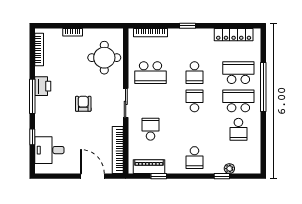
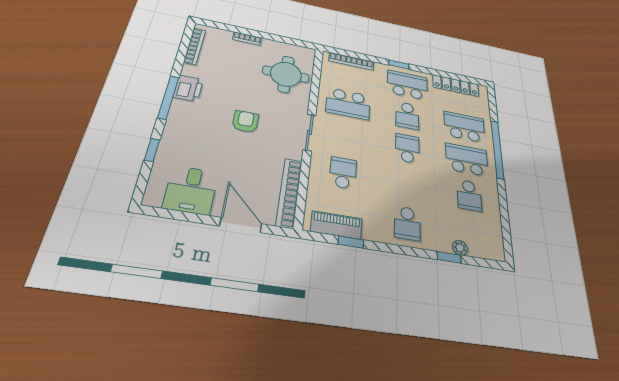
school desk: (194, 44) -> (407, 85), added
desk: (49, 150) -> (191, 190), moved, turned -90

